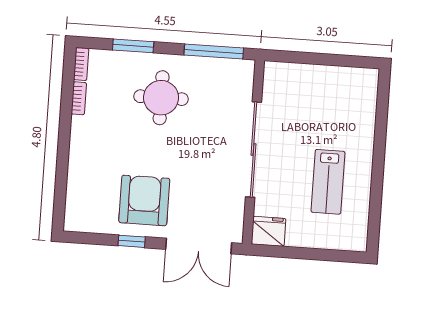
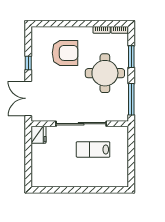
round table: (161, 98) -> (105, 73), width x1.36, depth x1.36
lab bench: (328, 182) -> (93, 149), moved
armchair: (144, 200) -> (65, 53), moved

